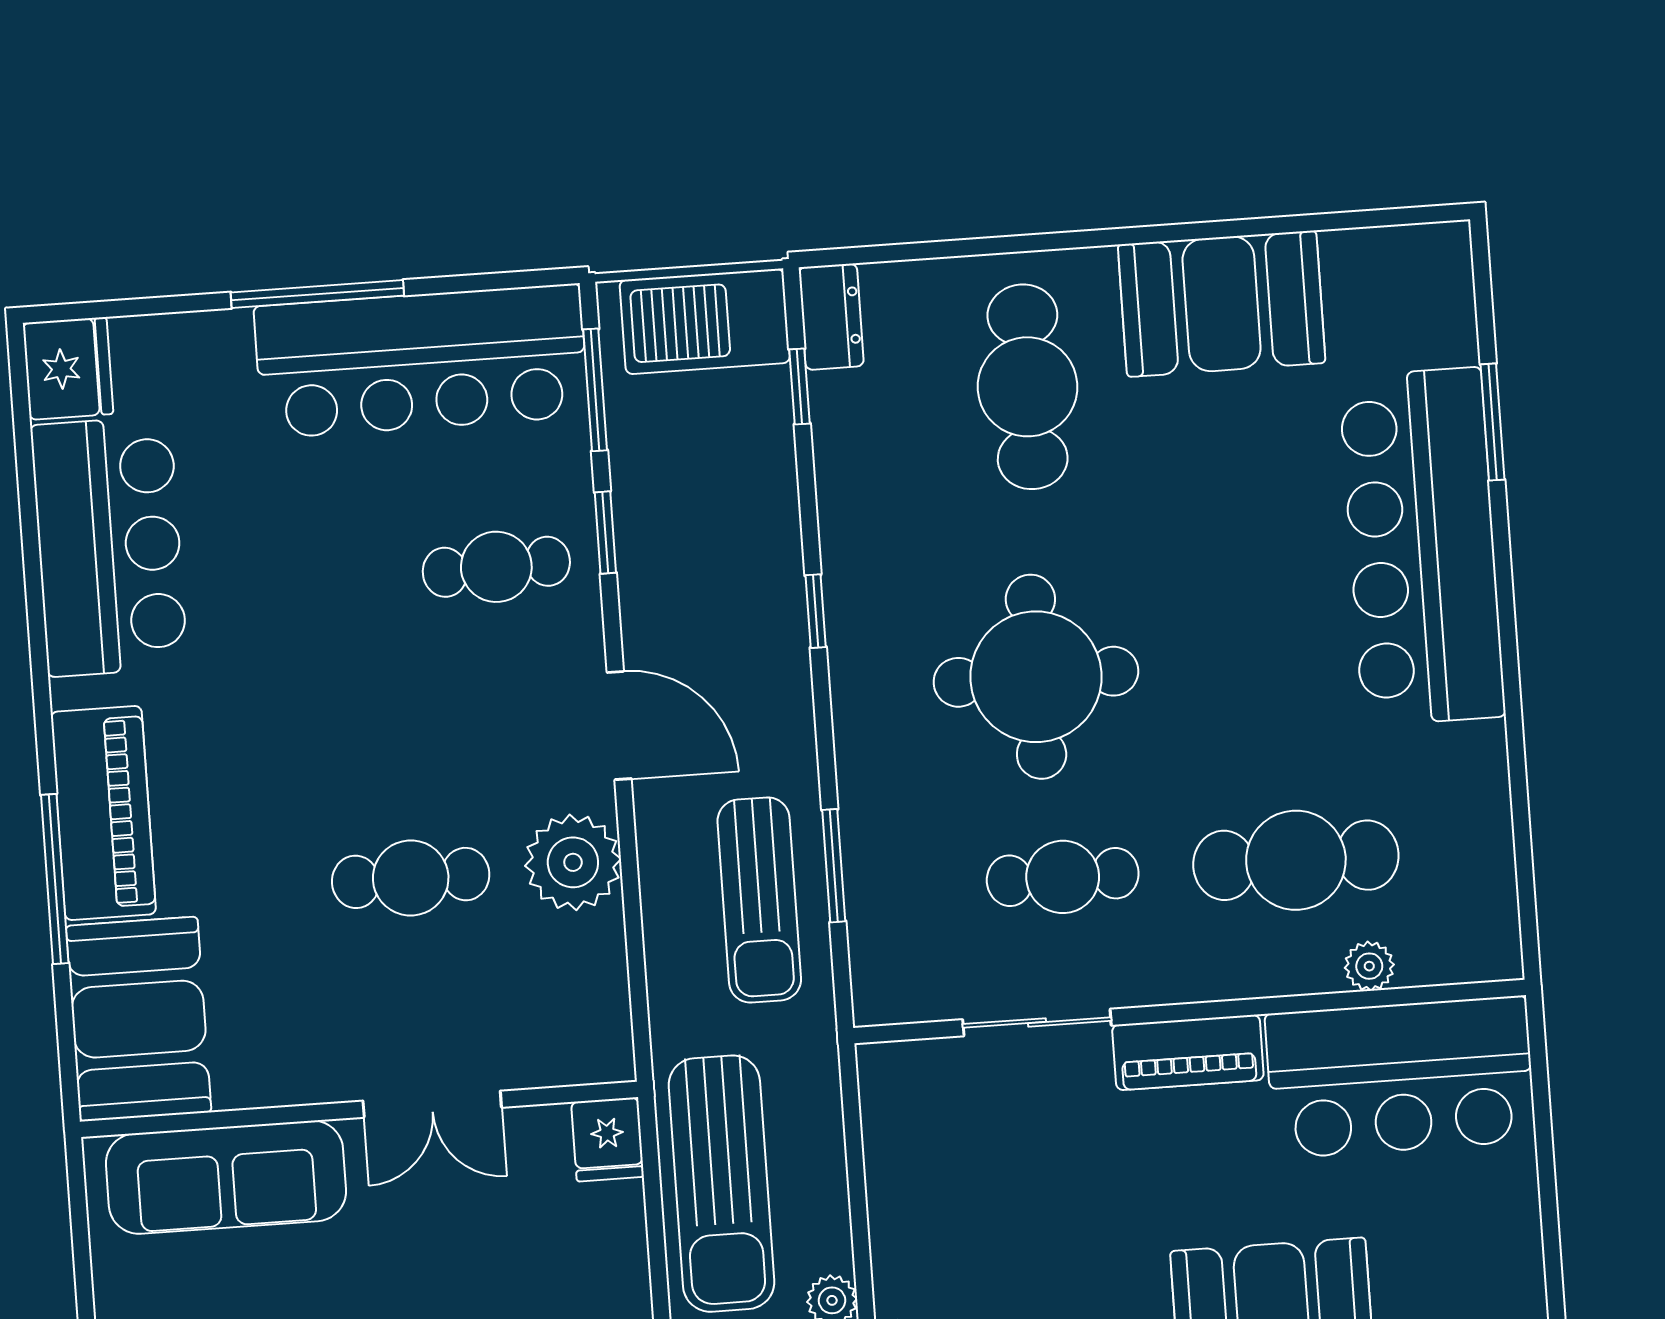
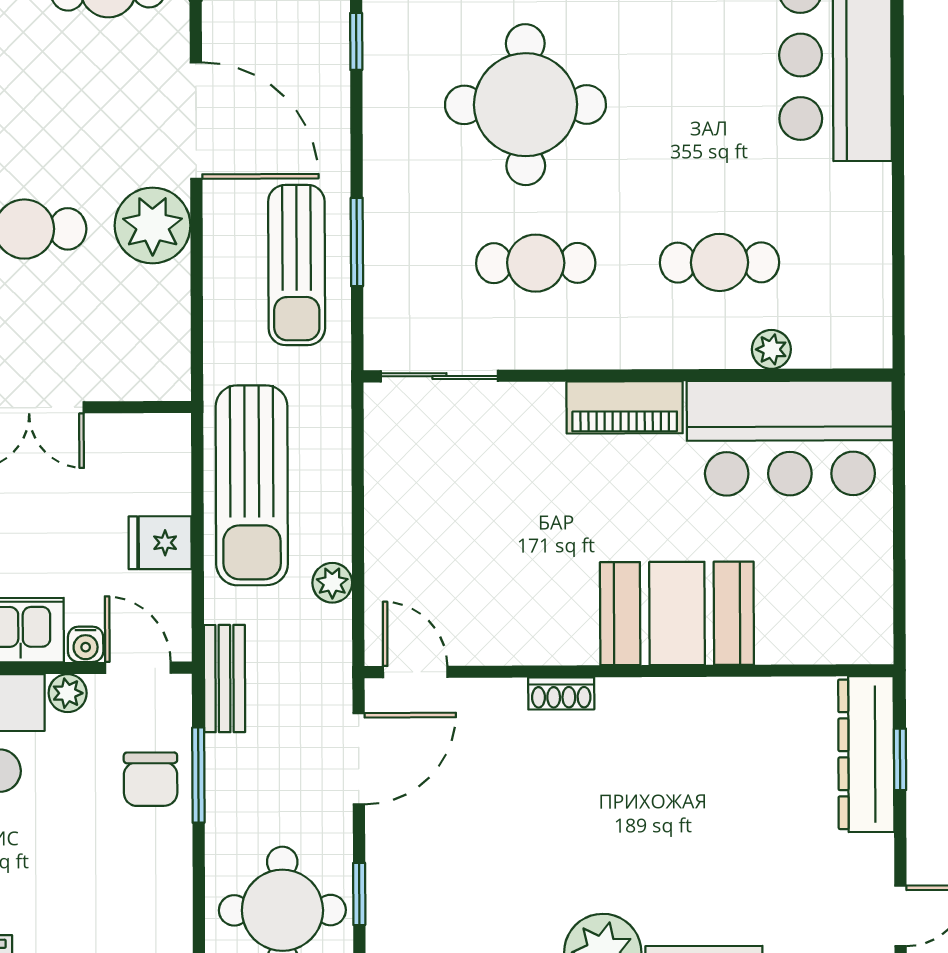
door: (619, 726) -> (196, 121), width x1.36
cafe table: (1296, 860) -> (720, 262), width x0.73, depth x0.74
sliding door: (1037, 1022) -> (439, 376), moved
fridge: (608, 1139) -> (160, 543), moved, turned 90

